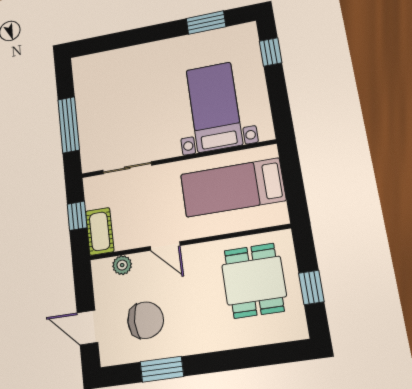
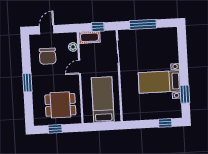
bed with nightstands: (214, 107) -> (159, 82), moved, turned 180
window: (162, 369) -> (27, 83), moved

